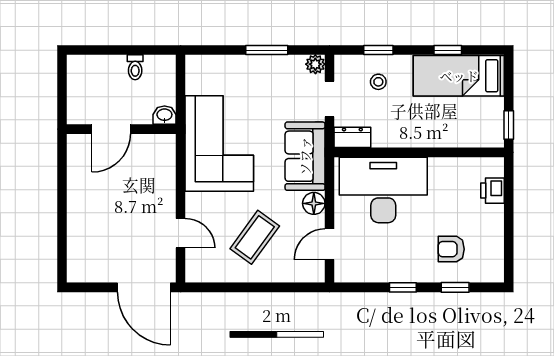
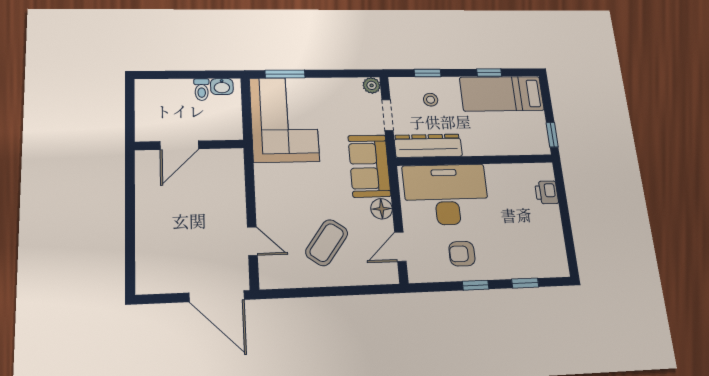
window: (267, 50) -> (285, 74), moved
washbasin: (164, 115) -> (222, 86), moved, turned 180
dresser: (352, 137) -> (428, 146), width x1.96, depth x1.24
corner sofa: (219, 144) -> (284, 119), moved
armchair: (451, 249) -> (462, 254), moved

